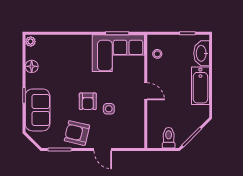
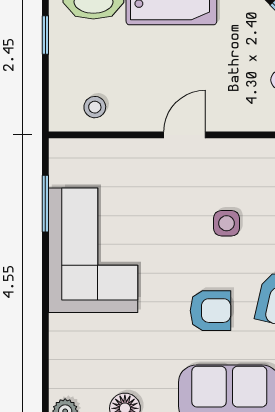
corner sofa: (118, 53) -> (93, 250), moved
armchair: (88, 101) -> (210, 311), moved

